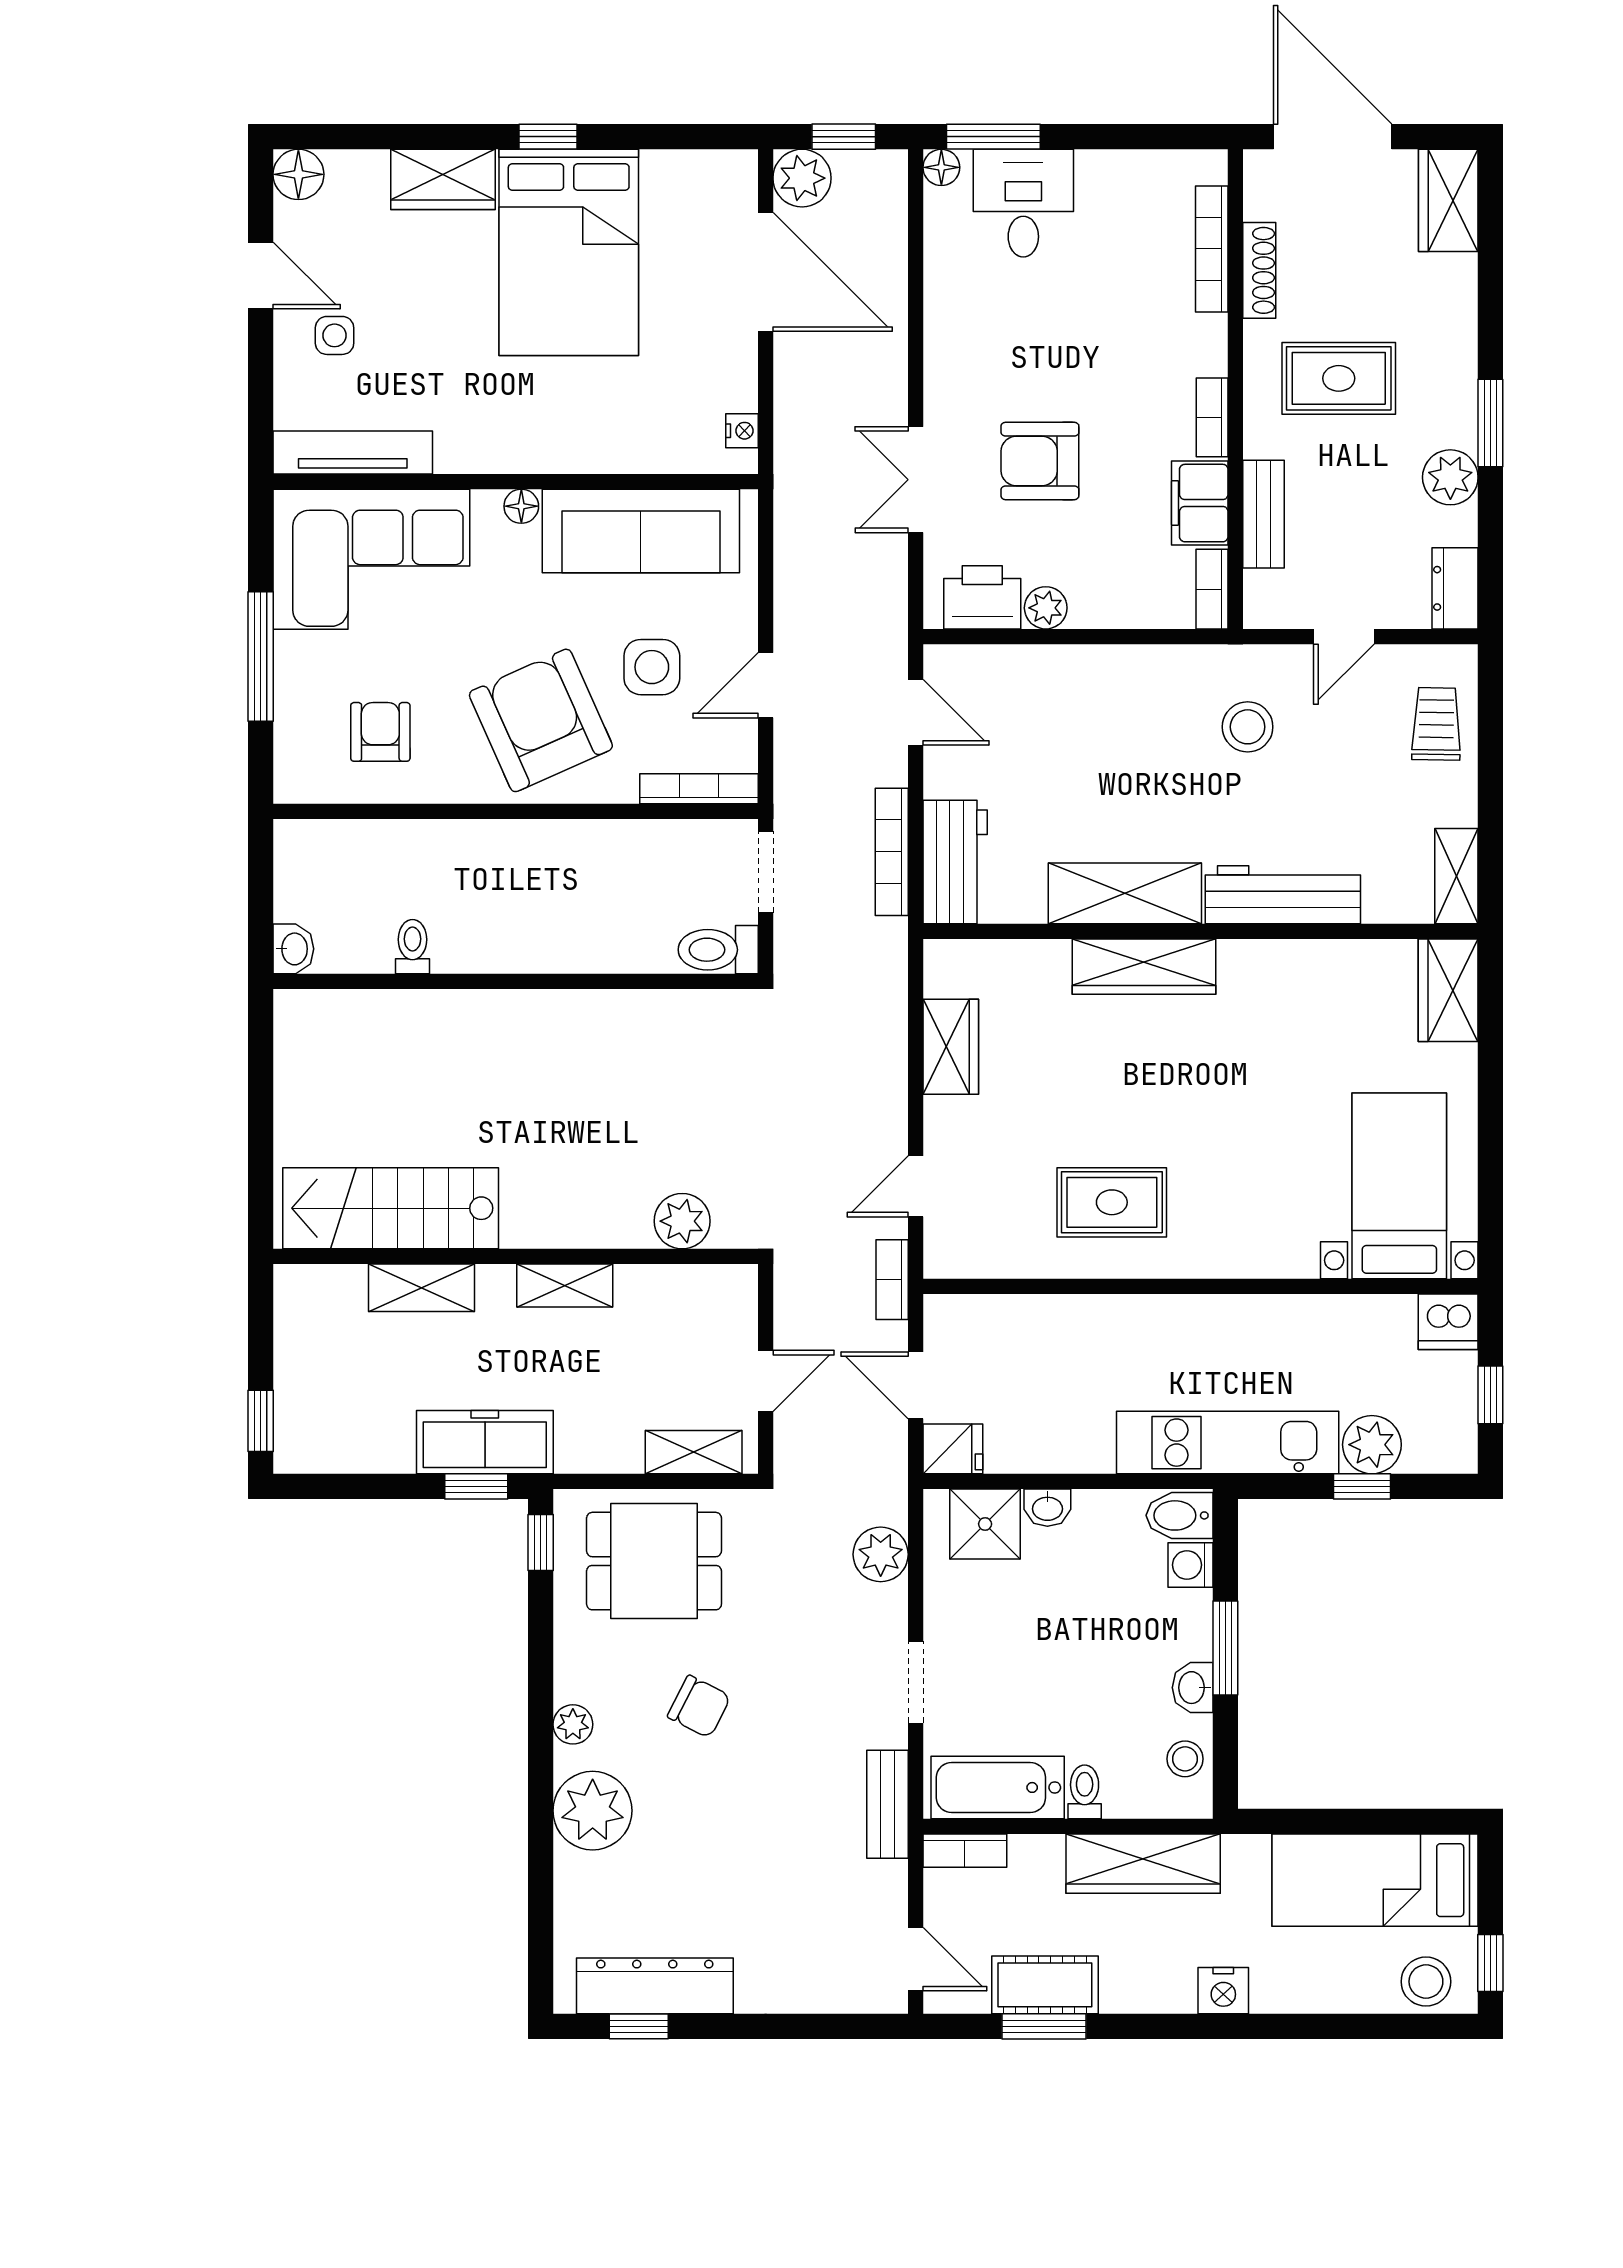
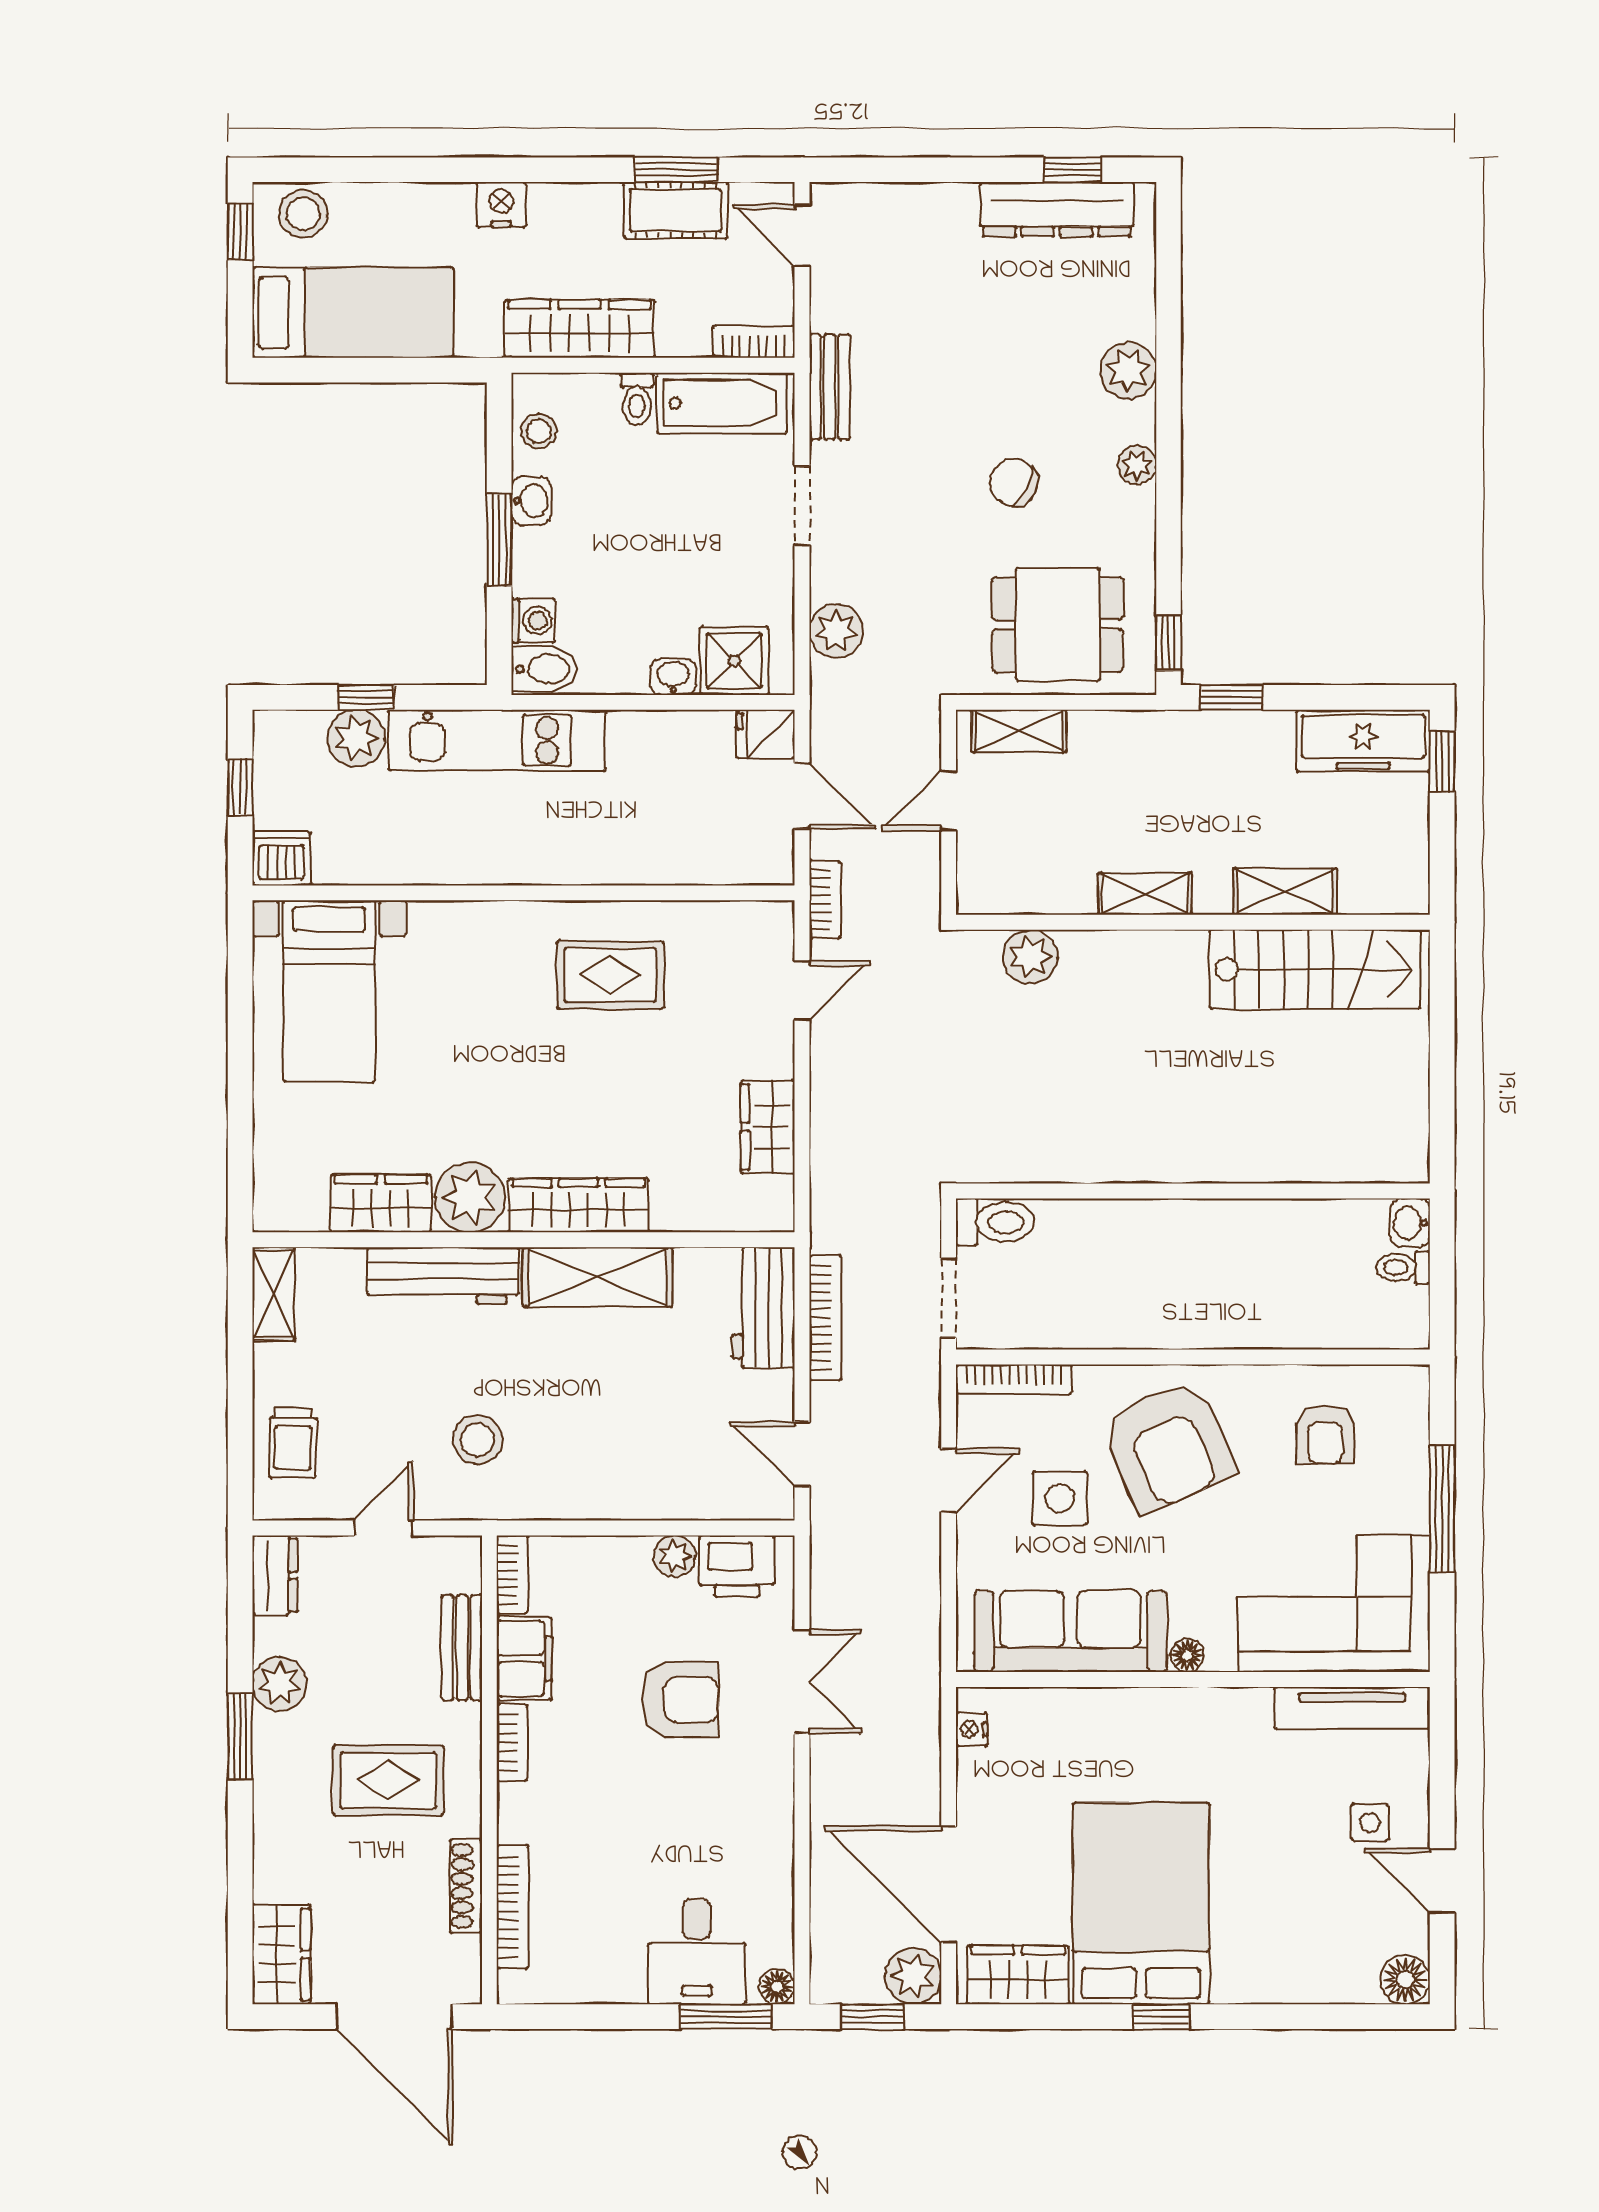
wardrobe: (443, 179) -> (1018, 1975), moved
toilet: (412, 947) -> (1403, 1267), moved, turned 90
plant: (1255, 975) -> (470, 1197), added
wardrobe: (1448, 990) -> (381, 1203), moved, turned -90
freezer: (485, 1442) -> (1363, 741), moved
plant: (593, 1811) -> (1128, 370), width x0.73, depth x0.73

